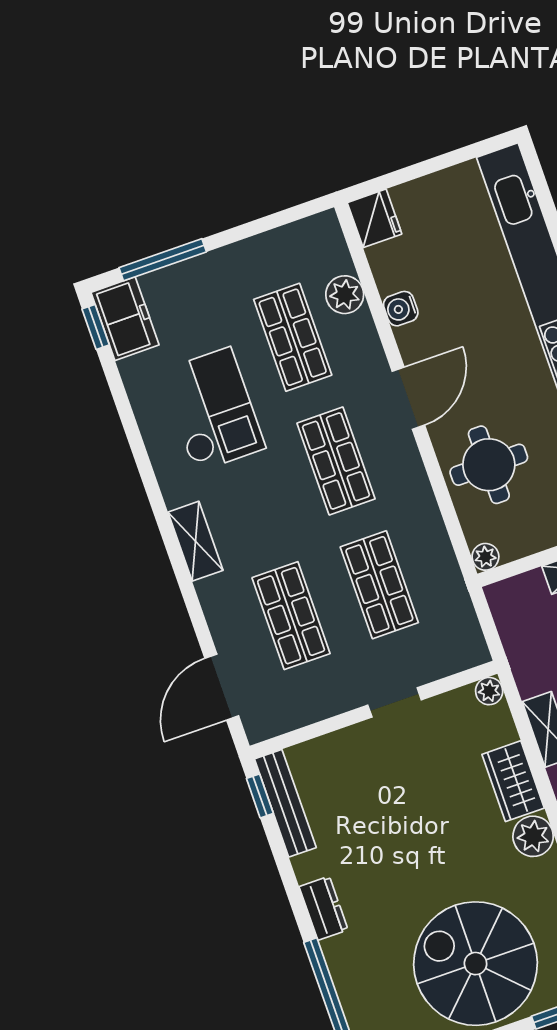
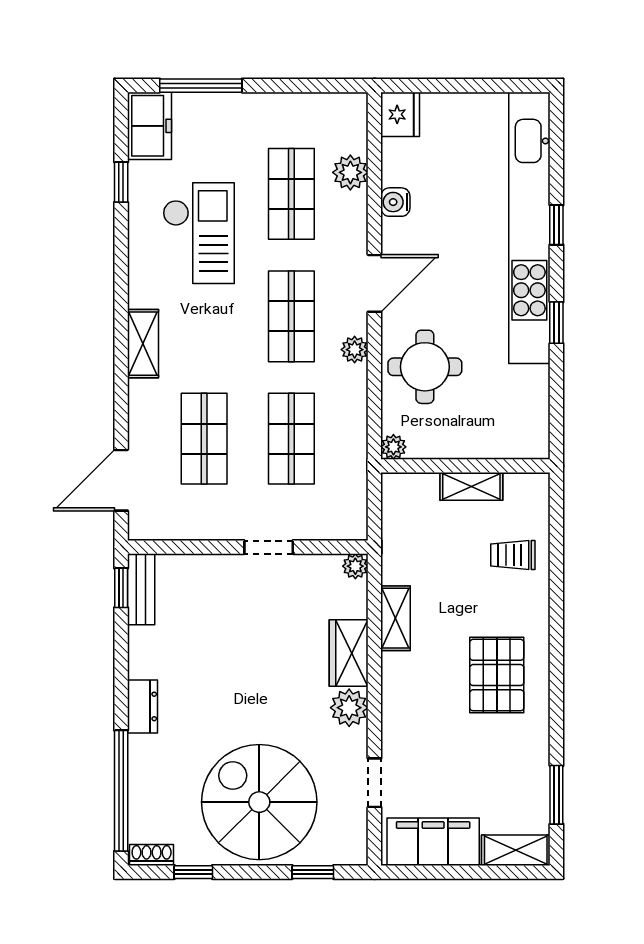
window: (96, 327) -> (121, 182), moved
plant: (412, 472) -> (355, 350), added
bench: (285, 803) -> (141, 589), width x0.73

